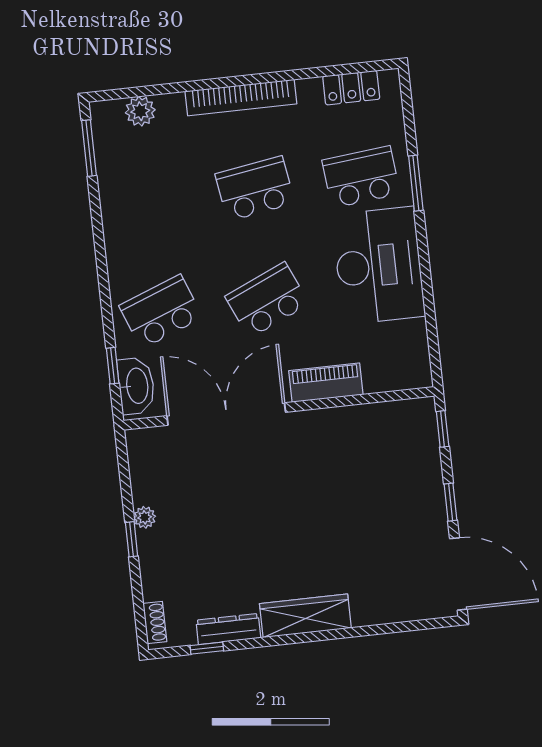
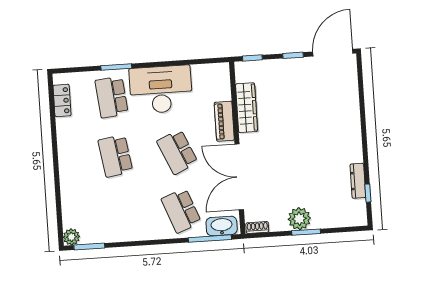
bookcase: (241, 98) -> (65, 162), removed
plant: (140, 111) -> (71, 237), moved
window: (113, 366) -> (210, 239), width x2.17
plant: (145, 517) -> (299, 219), width x1.88, depth x1.88
window: (132, 539) -> (306, 232), width x1.50
wardrobe: (305, 616) -> (247, 108), moved, turned 180
shoe rack: (155, 622) -> (257, 228), moved

